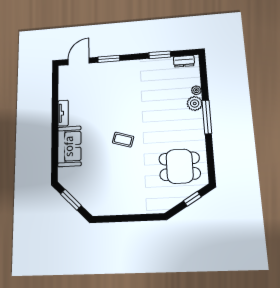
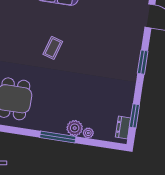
window: (160, 55) -> (134, 116), moved
window: (109, 59) -> (143, 62), moved

